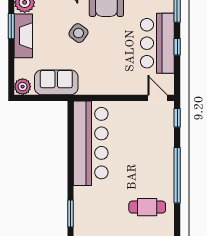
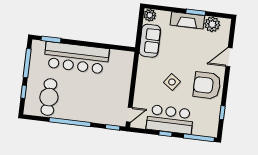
side table: (78, 33) -> (172, 82), moved
bar counter: (91, 143) -> (76, 58), moved
cafe table: (147, 207) -> (49, 97), width x1.37, depth x1.35

